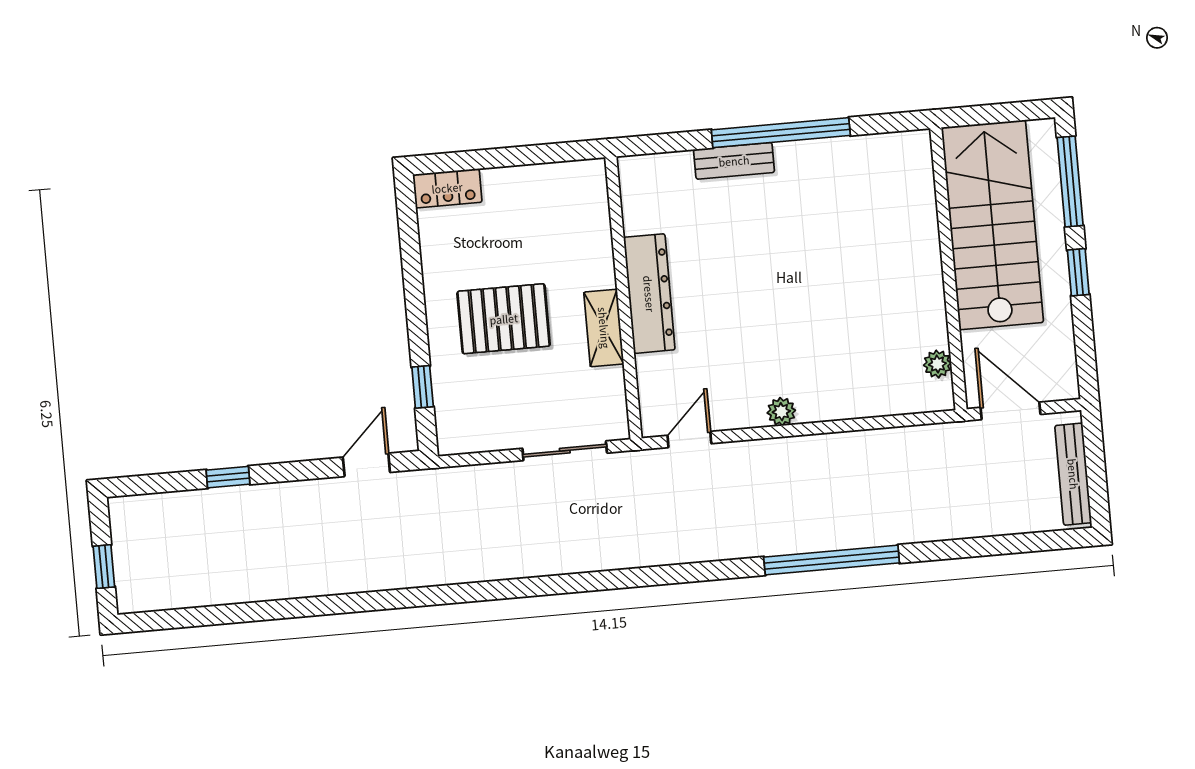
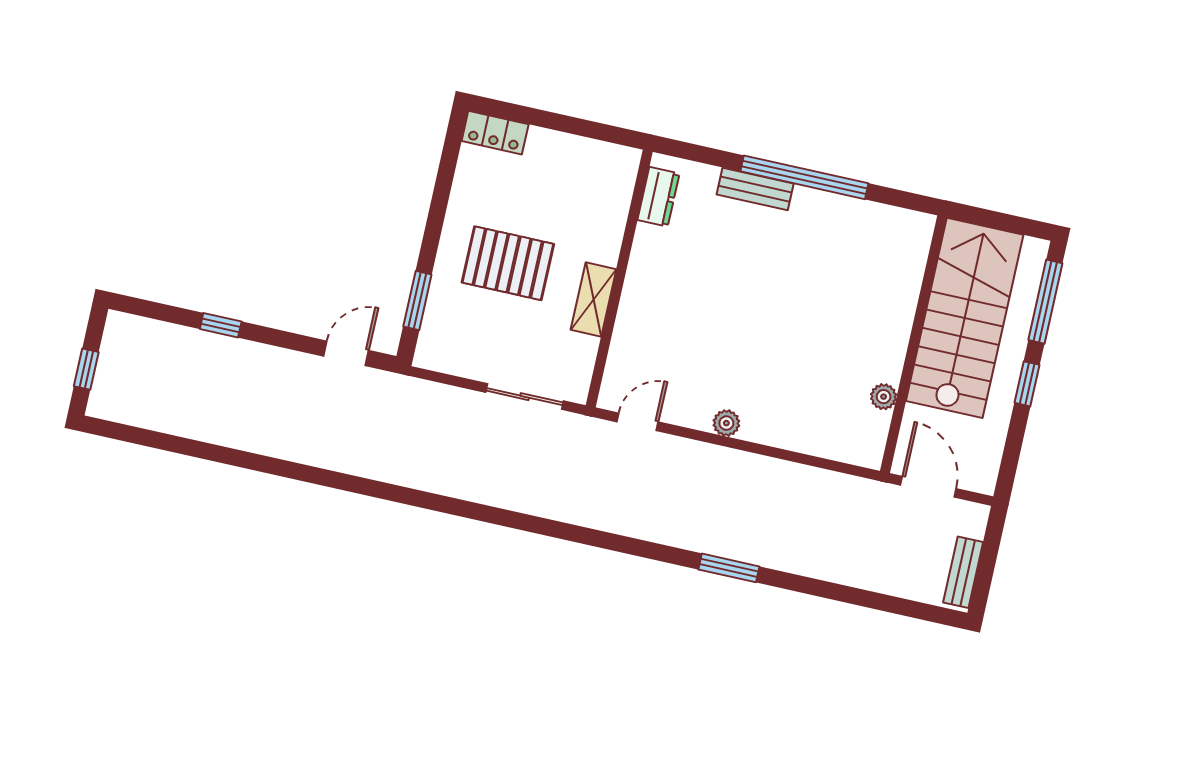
dresser: (649, 294) -> (658, 197), moved, width x0.51, depth x0.80
plant: (937, 364) -> (884, 397), moved
window: (423, 387) -> (417, 300), width x1.50
bench: (1073, 474) -> (963, 572), width x0.73
window: (832, 560) -> (729, 568), width x0.47

